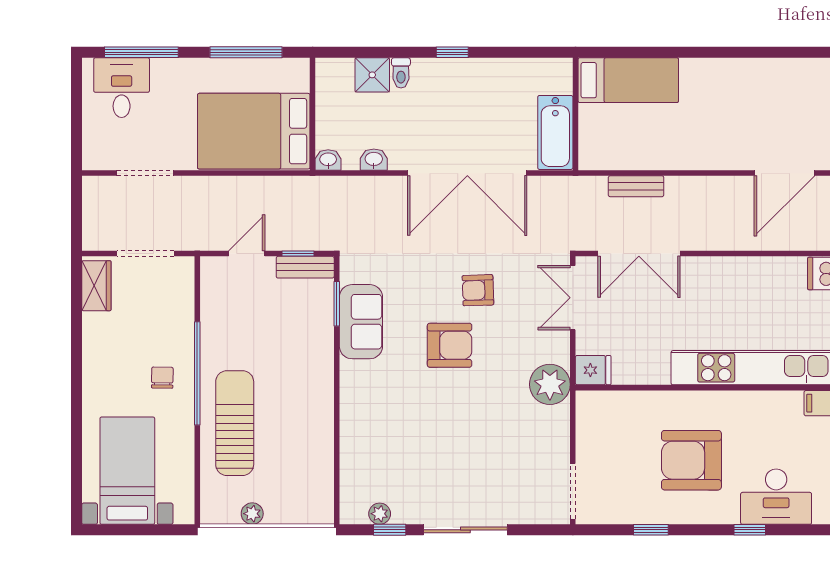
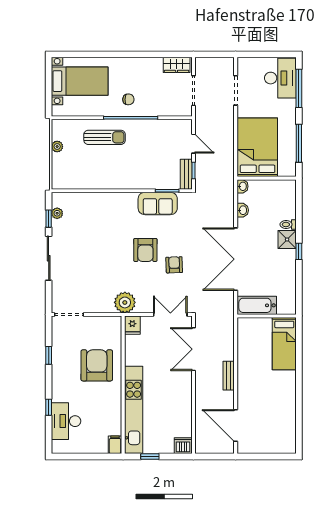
shower: (372, 75) -> (287, 239), moved
desk: (122, 88) -> (280, 78), width x1.37
bench: (636, 186) -> (229, 376), moved
sun lounger: (235, 423) -> (105, 137), width x0.73, depth x0.75
armchair: (691, 460) -> (97, 365), moved

